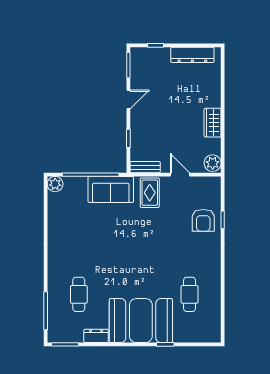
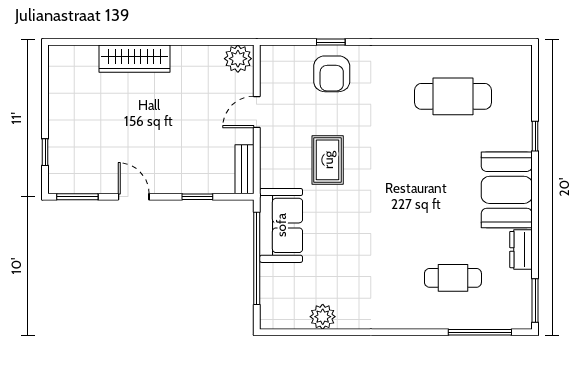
dresser: (192, 55) -> (60, 92), removed
wardrobe: (213, 123) -> (135, 59), moved, width x1.50
plant: (55, 184) -> (323, 317), moved
rug: (150, 193) -> (328, 160), moved, turned 90
armchair: (203, 220) -> (332, 74), turned 90
cafe table: (190, 294) -> (453, 96), width x1.37, depth x1.35
booth: (141, 321) -> (507, 190), width x0.73, depth x0.70

